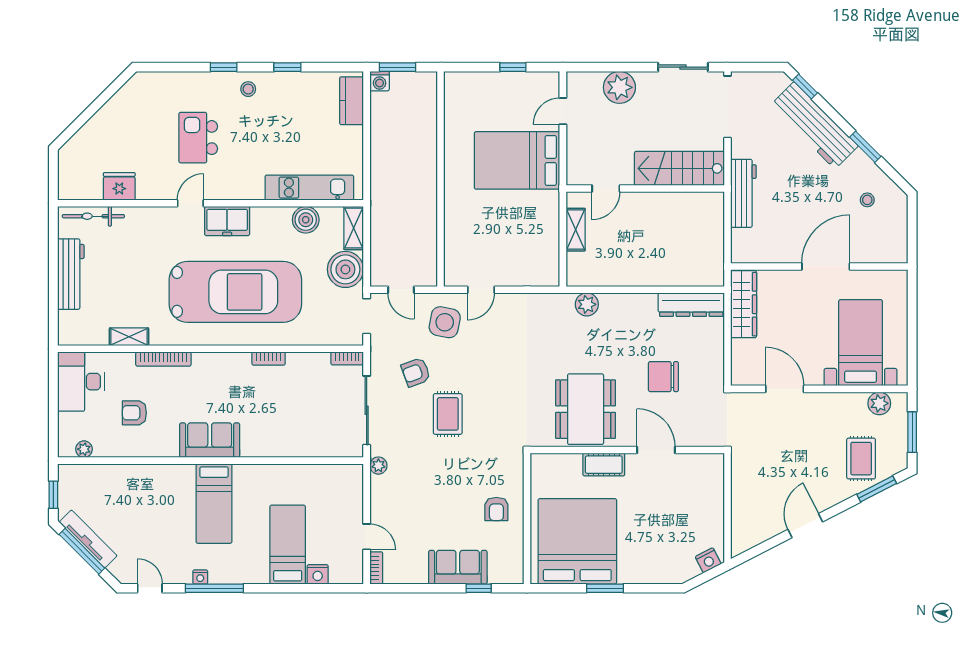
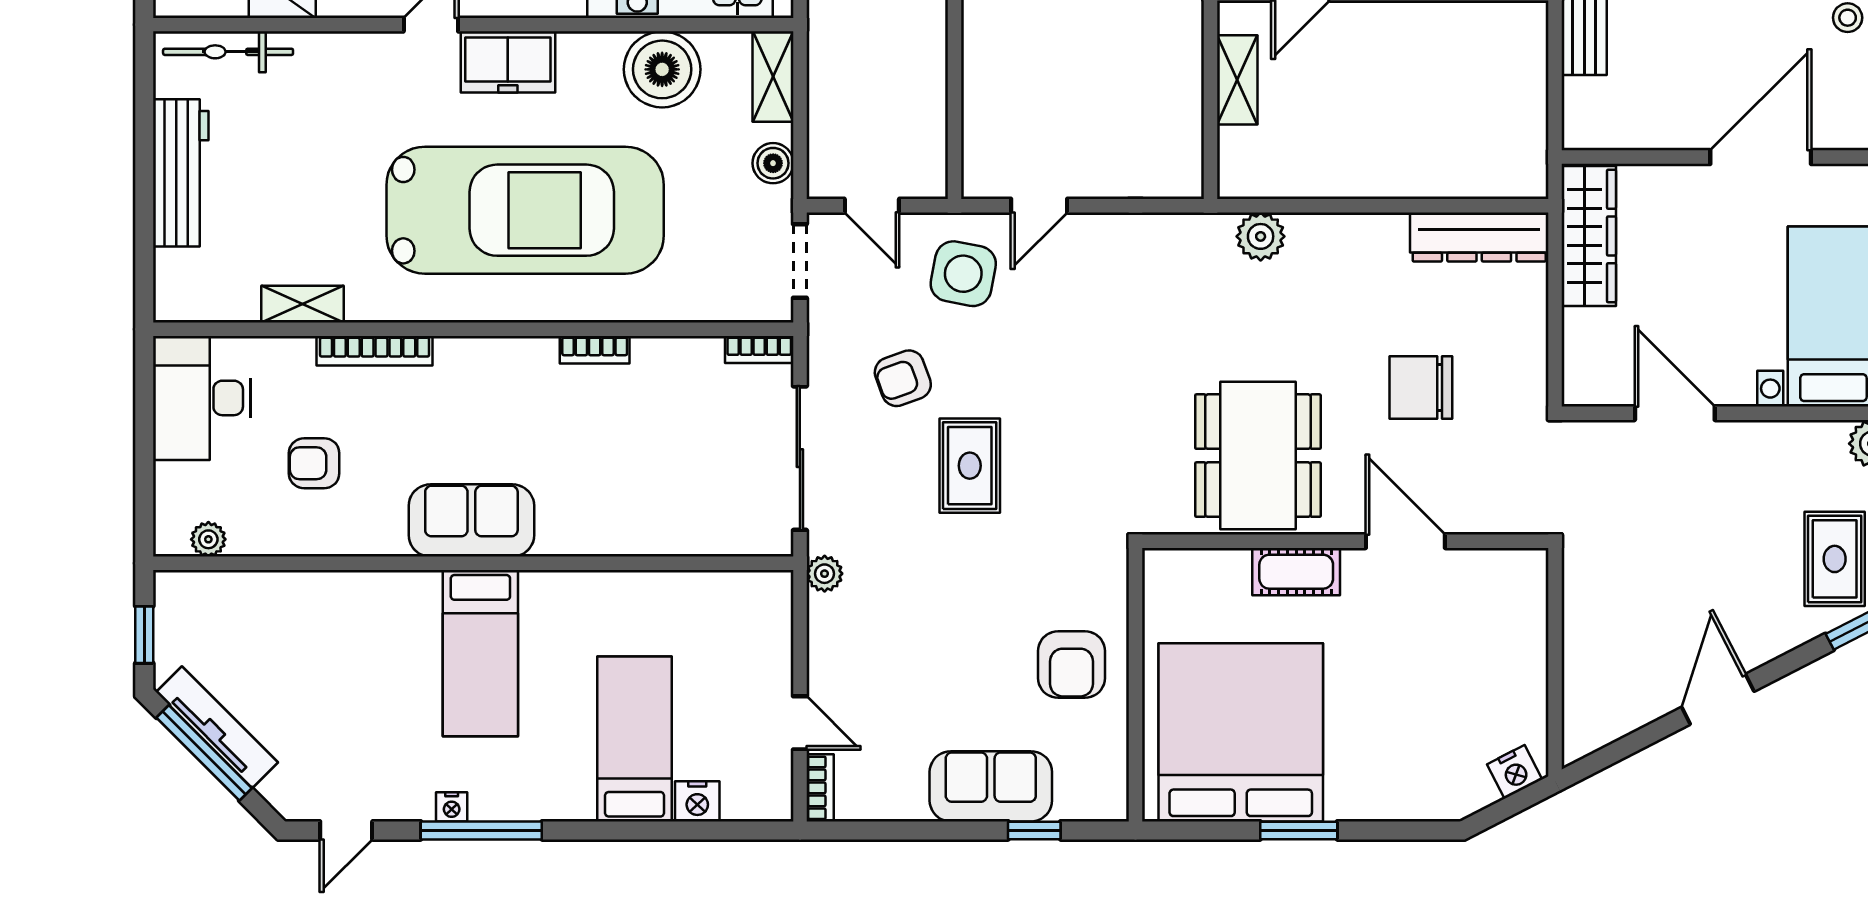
boiler: (306, 220) -> (662, 69), width x1.37, depth x1.37
boiler: (345, 269) -> (773, 163), width x0.54, depth x0.54
armchair: (496, 509) -> (1071, 665), width x1.38, depth x1.38
door: (150, 588) -> (346, 830), swing flipped

